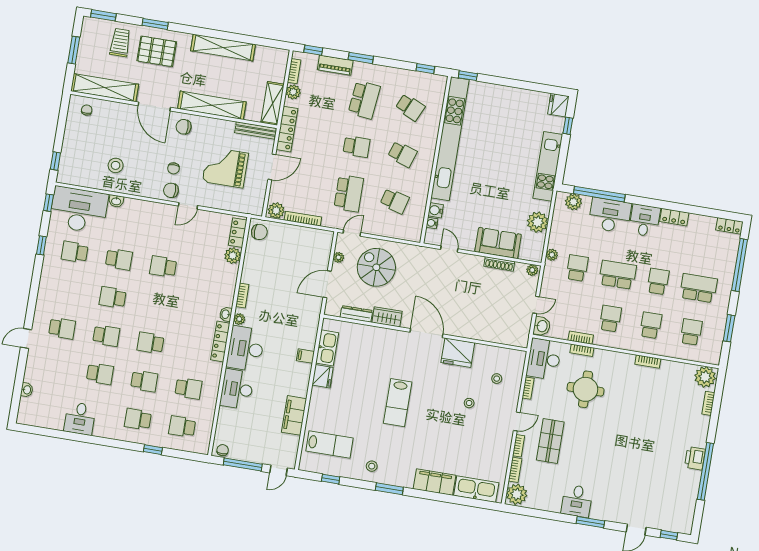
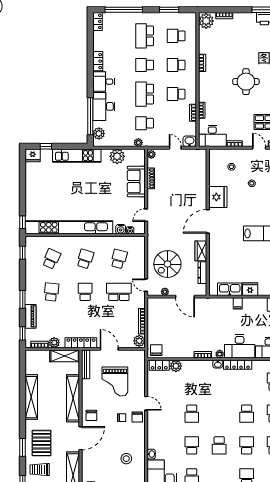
school desk: (364, 100) -> (51, 292), width x0.54
round table: (585, 389) -> (246, 82), moved

